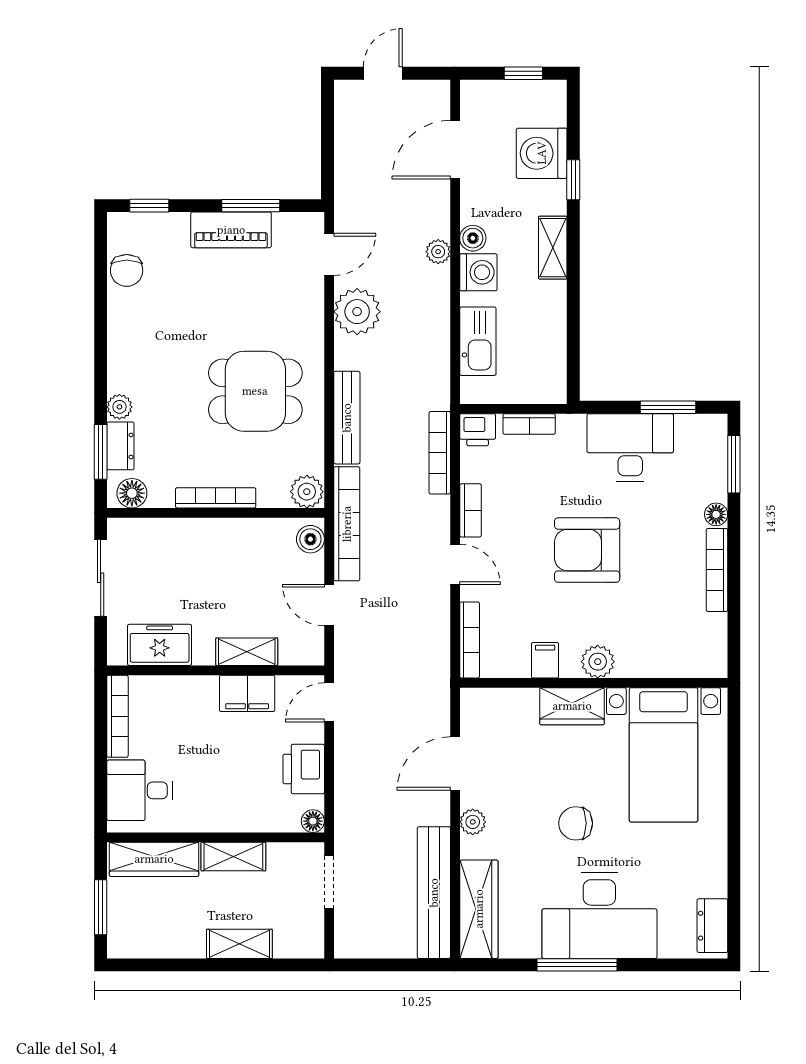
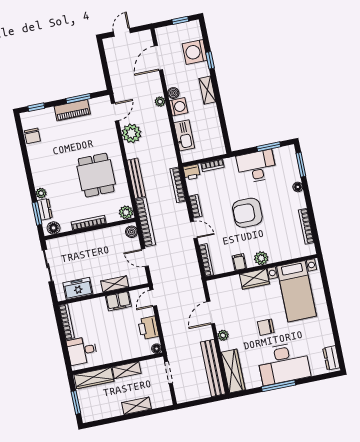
dining table: (255, 391) -> (96, 175), turned 90
bookcase: (717, 570) -> (306, 226), moved

